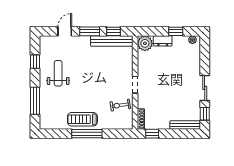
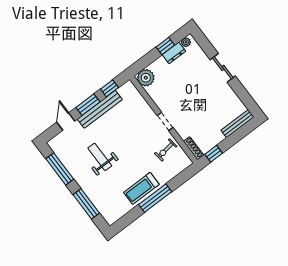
bench: (112, 41) -> (100, 109), moved
dresser: (163, 41) -> (174, 53), moved
window: (35, 62) -> (60, 169), width x2.17
weight bench: (58, 73) -> (100, 157), moved
sliding door: (205, 88) -> (223, 68), moved
window: (205, 114) -> (247, 100), removed

